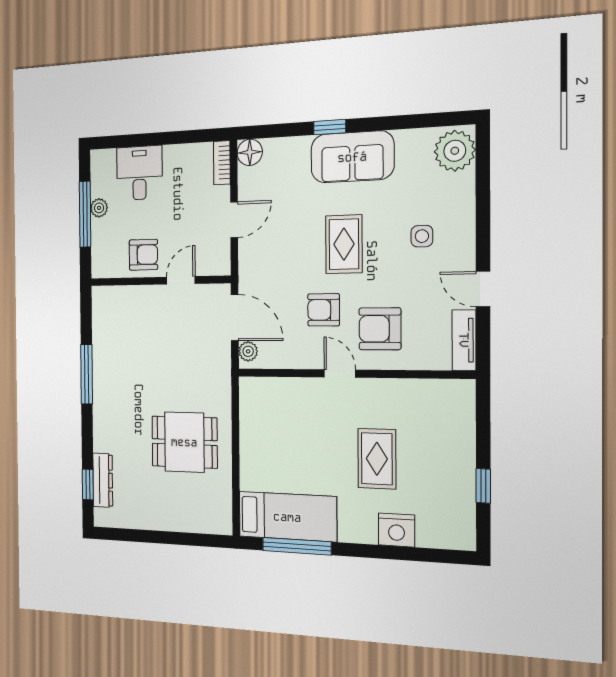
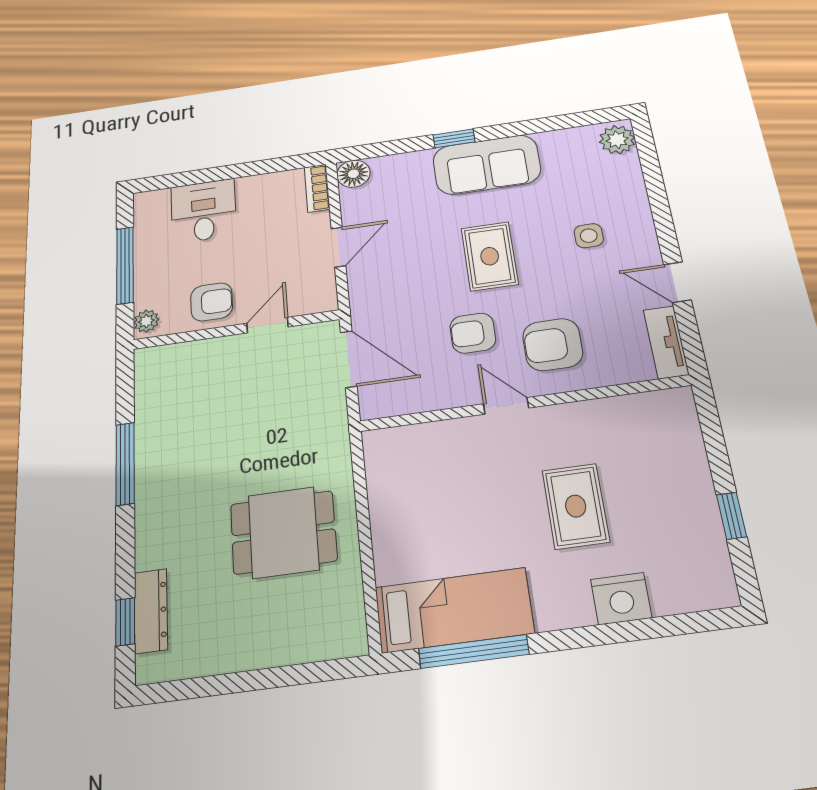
plant: (455, 151) -> (617, 140), width x0.73, depth x0.73
plant: (99, 208) -> (146, 321), moved
plant: (248, 351) -> (372, 398), removed

